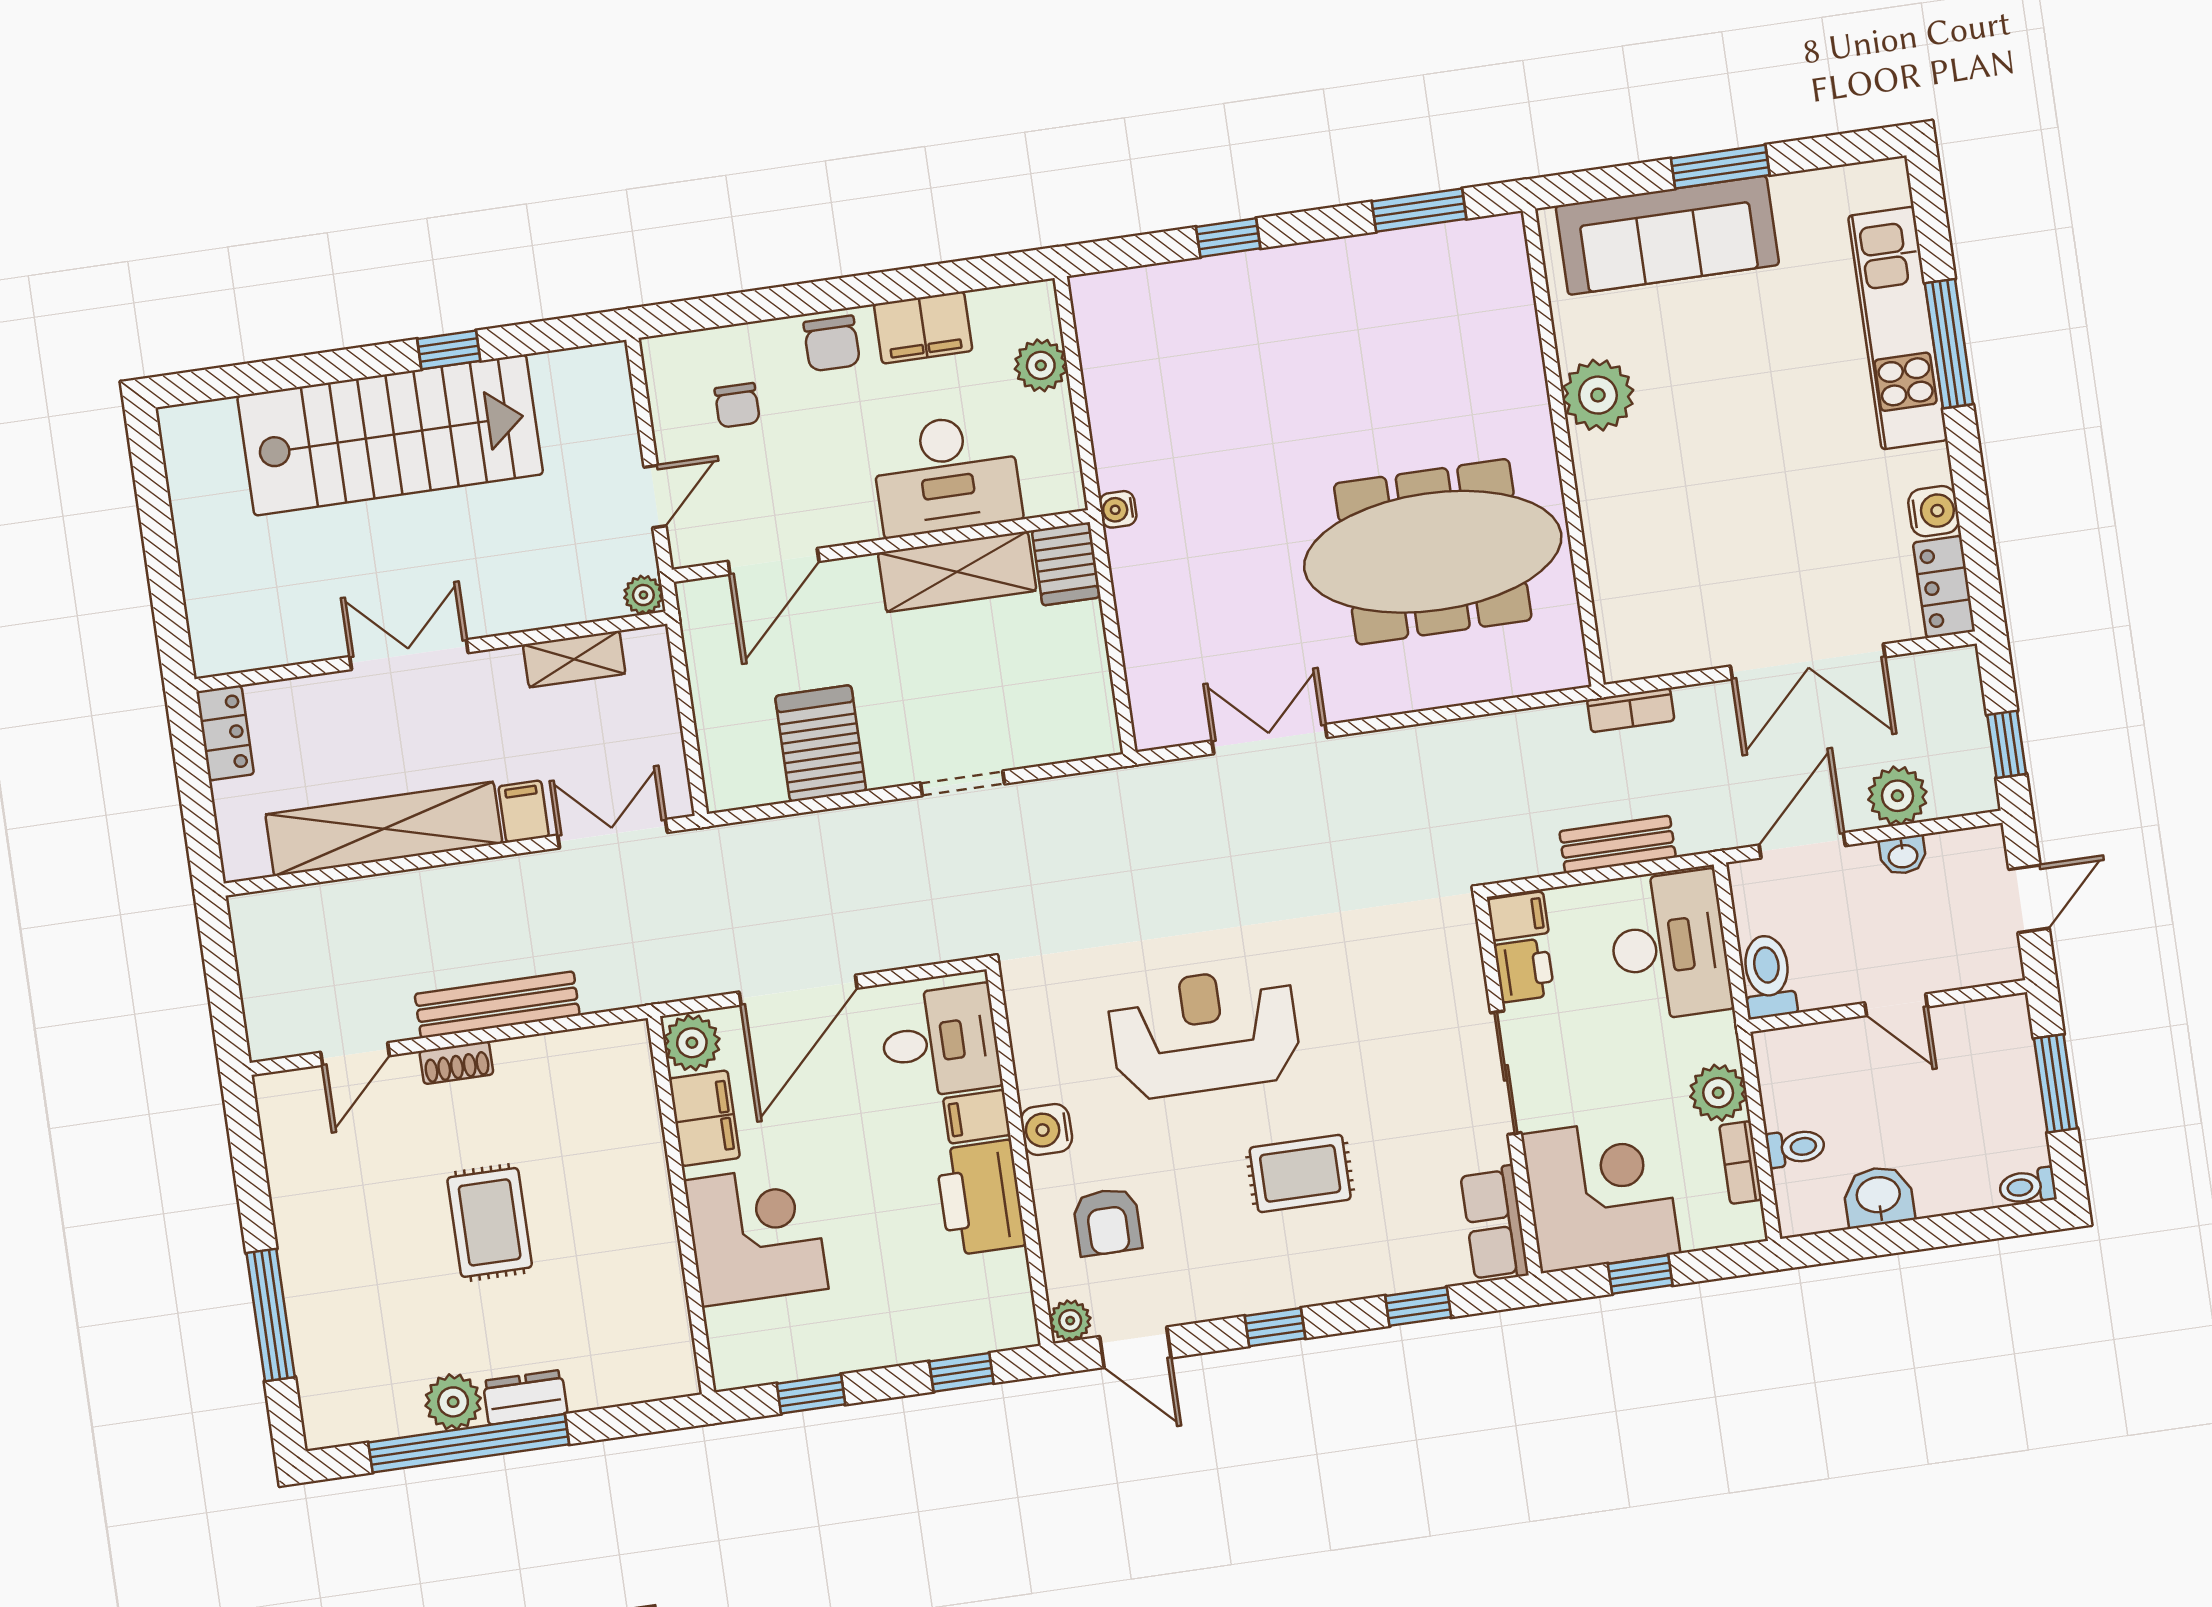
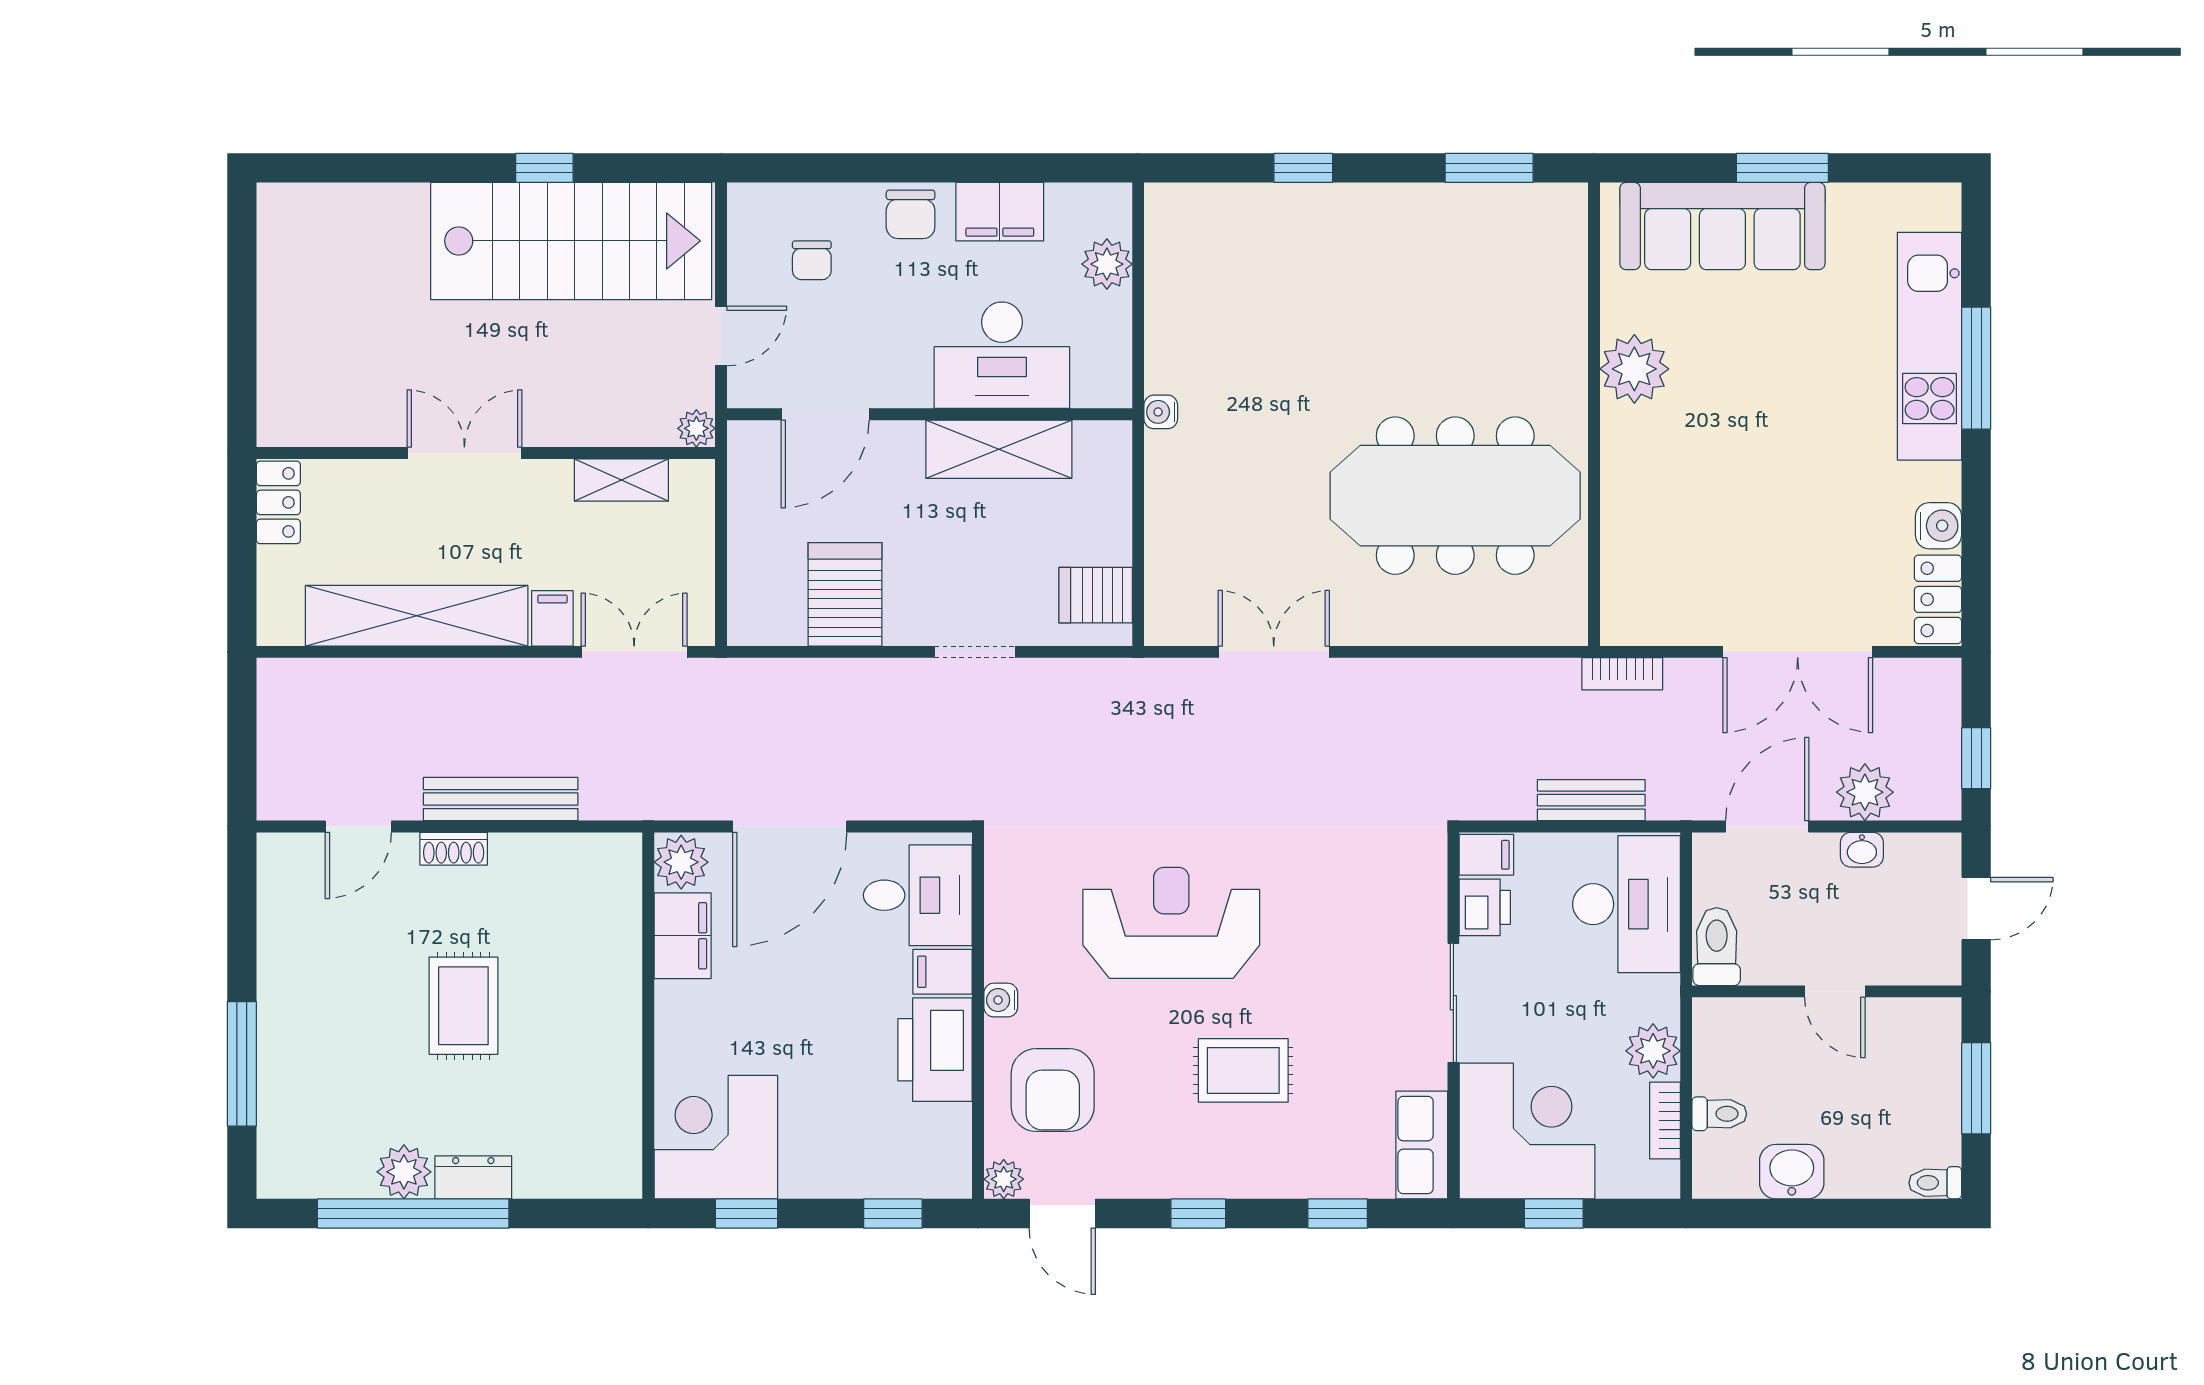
stairs: (390, 435) -> (571, 241), moved
server rack: (1066, 564) -> (1096, 595), moved, turned 90
water cooler: (1046, 1129) -> (1001, 1000), width x0.72, depth x0.72
armchair: (1107, 1222) -> (1053, 1090), width x1.38, depth x1.38
corner desk: (756, 1235) -> (716, 1137), moved, turned -90

